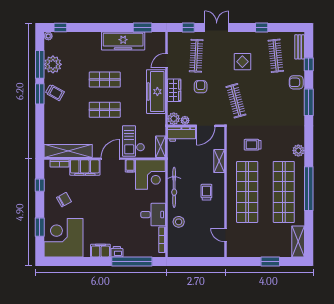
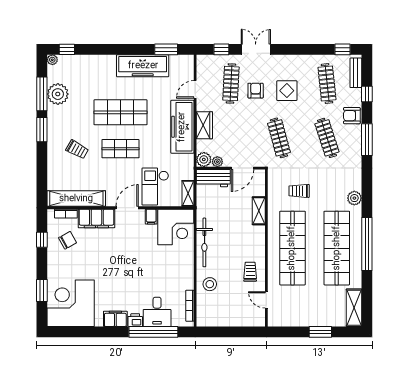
window: (262, 27) -> (343, 49), moved
shop shelf: (105, 80) -> (120, 112), width x1.43, depth x1.36
armchair: (201, 87) -> (256, 91), moved
trolley: (55, 92) -> (77, 149), moved
clothes rail: (276, 101) -> (327, 138), added
trolley: (206, 192) -> (250, 272), moved
chair: (64, 200) -> (68, 240), moved
desk: (153, 215) -> (157, 312), moved, turned 90

